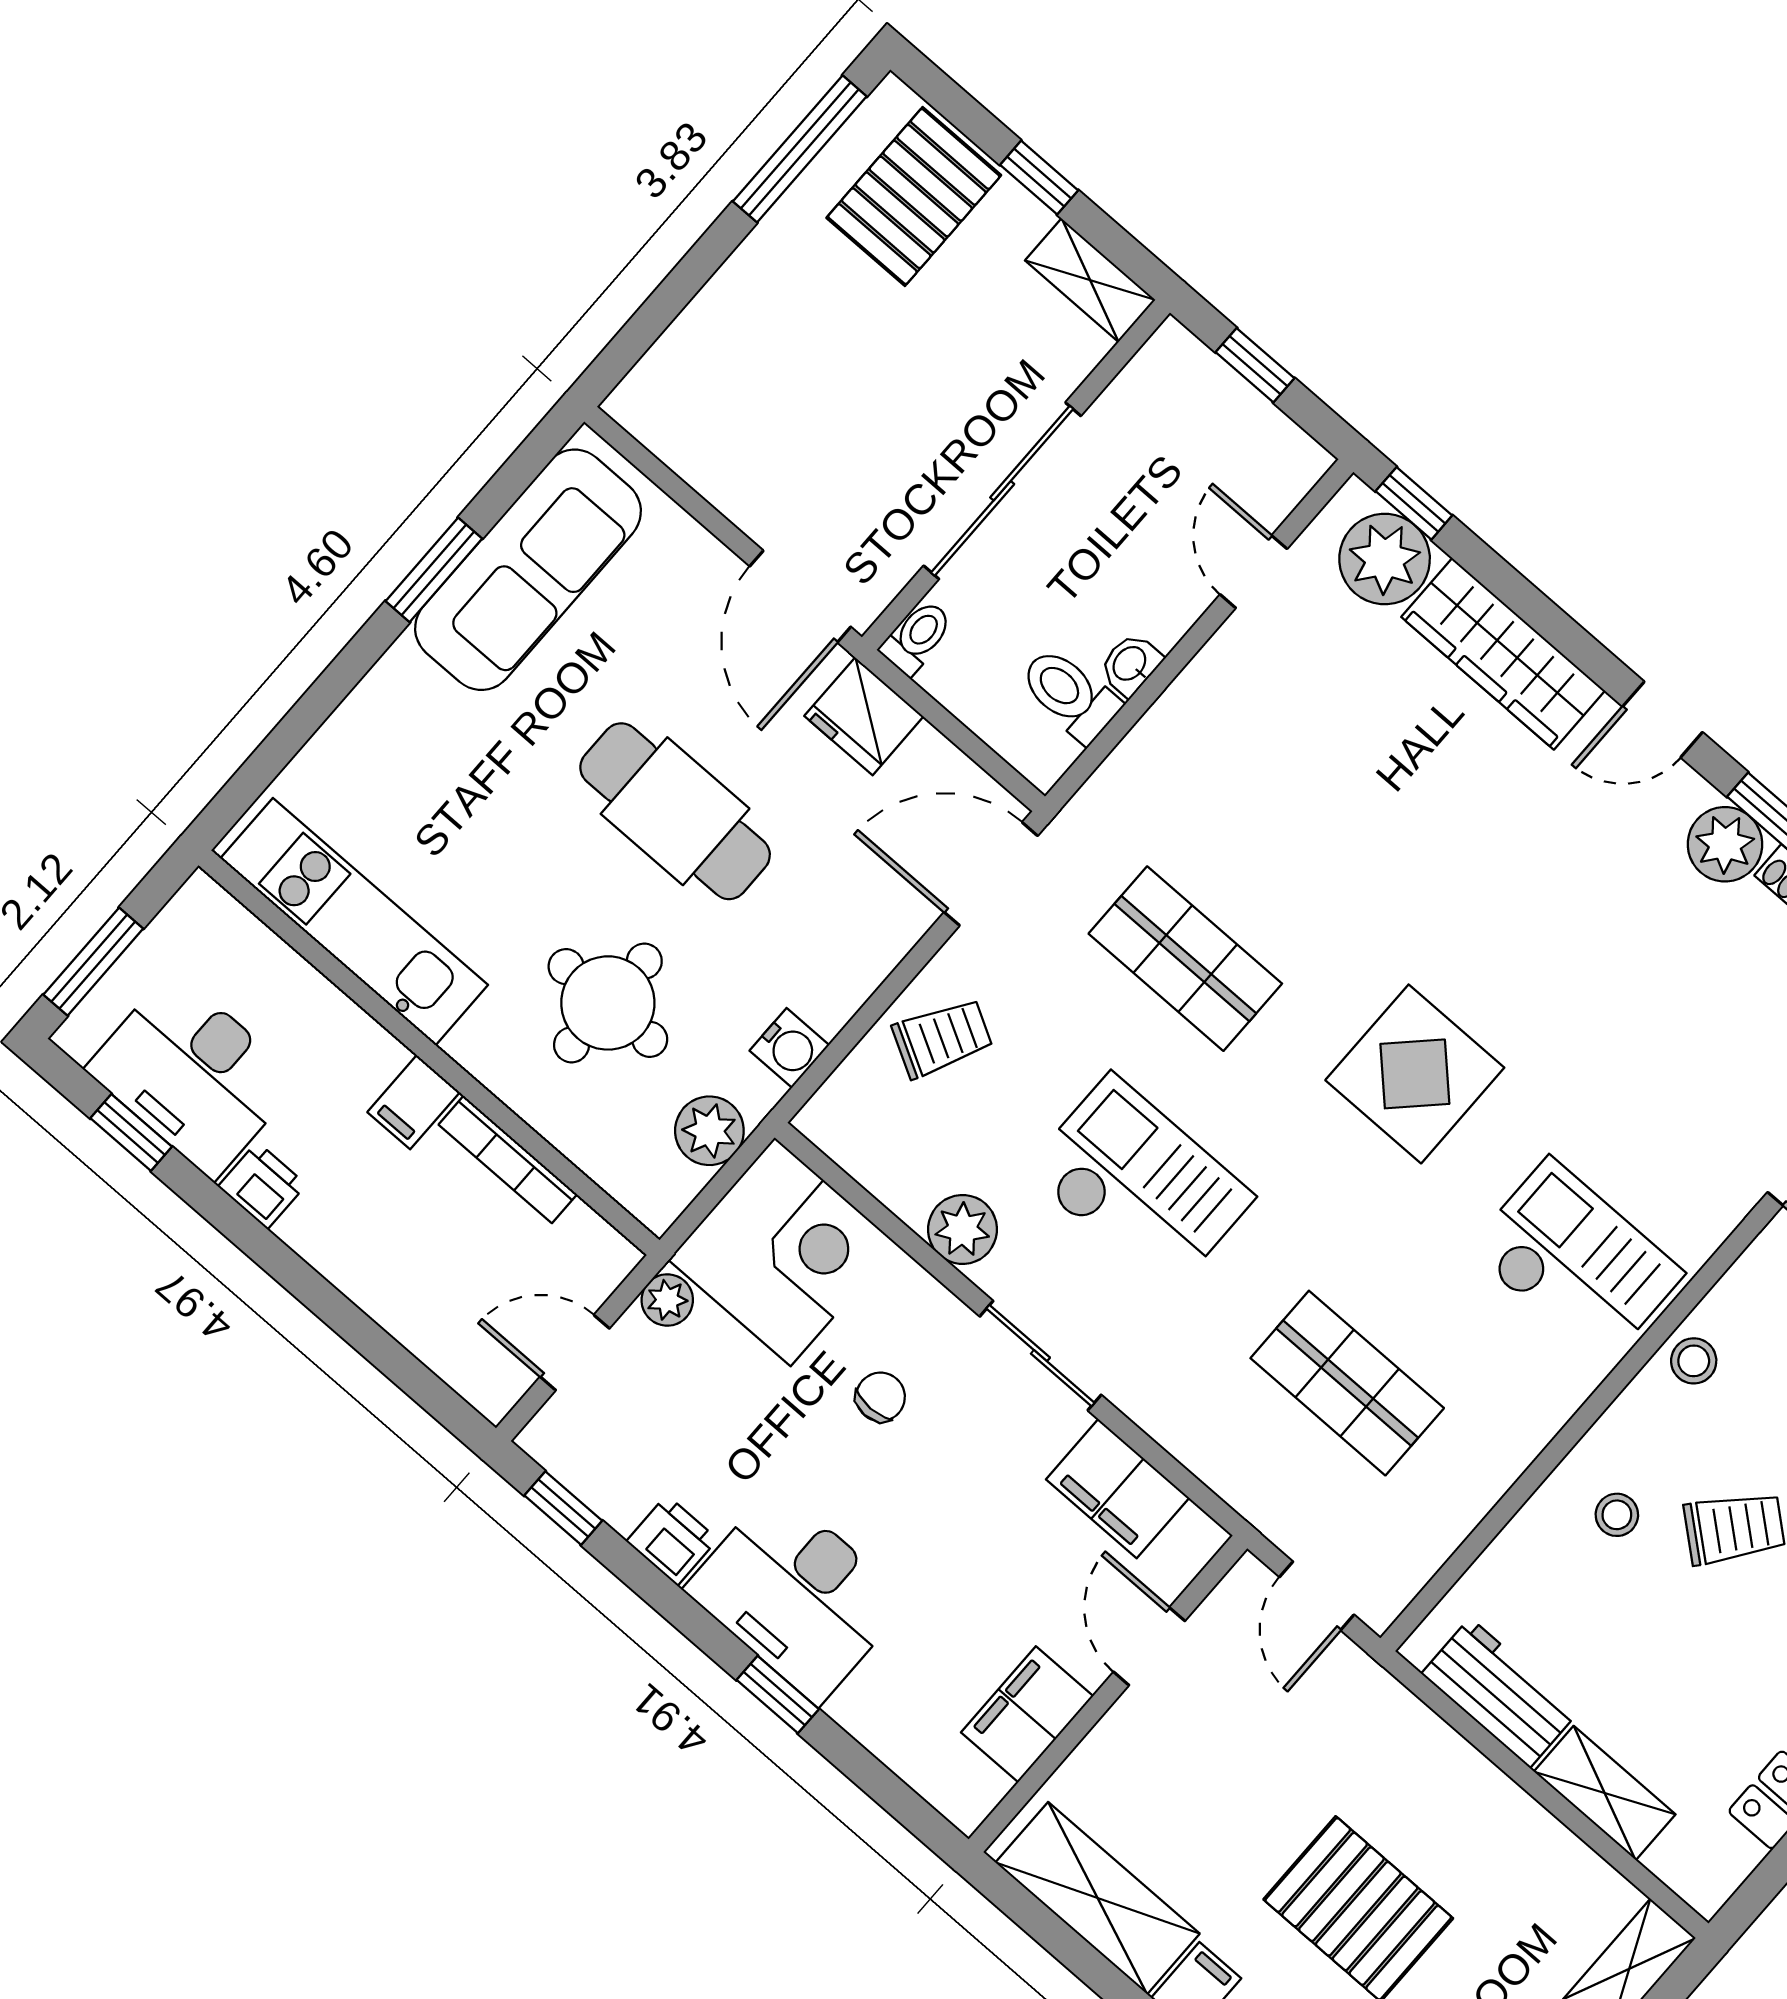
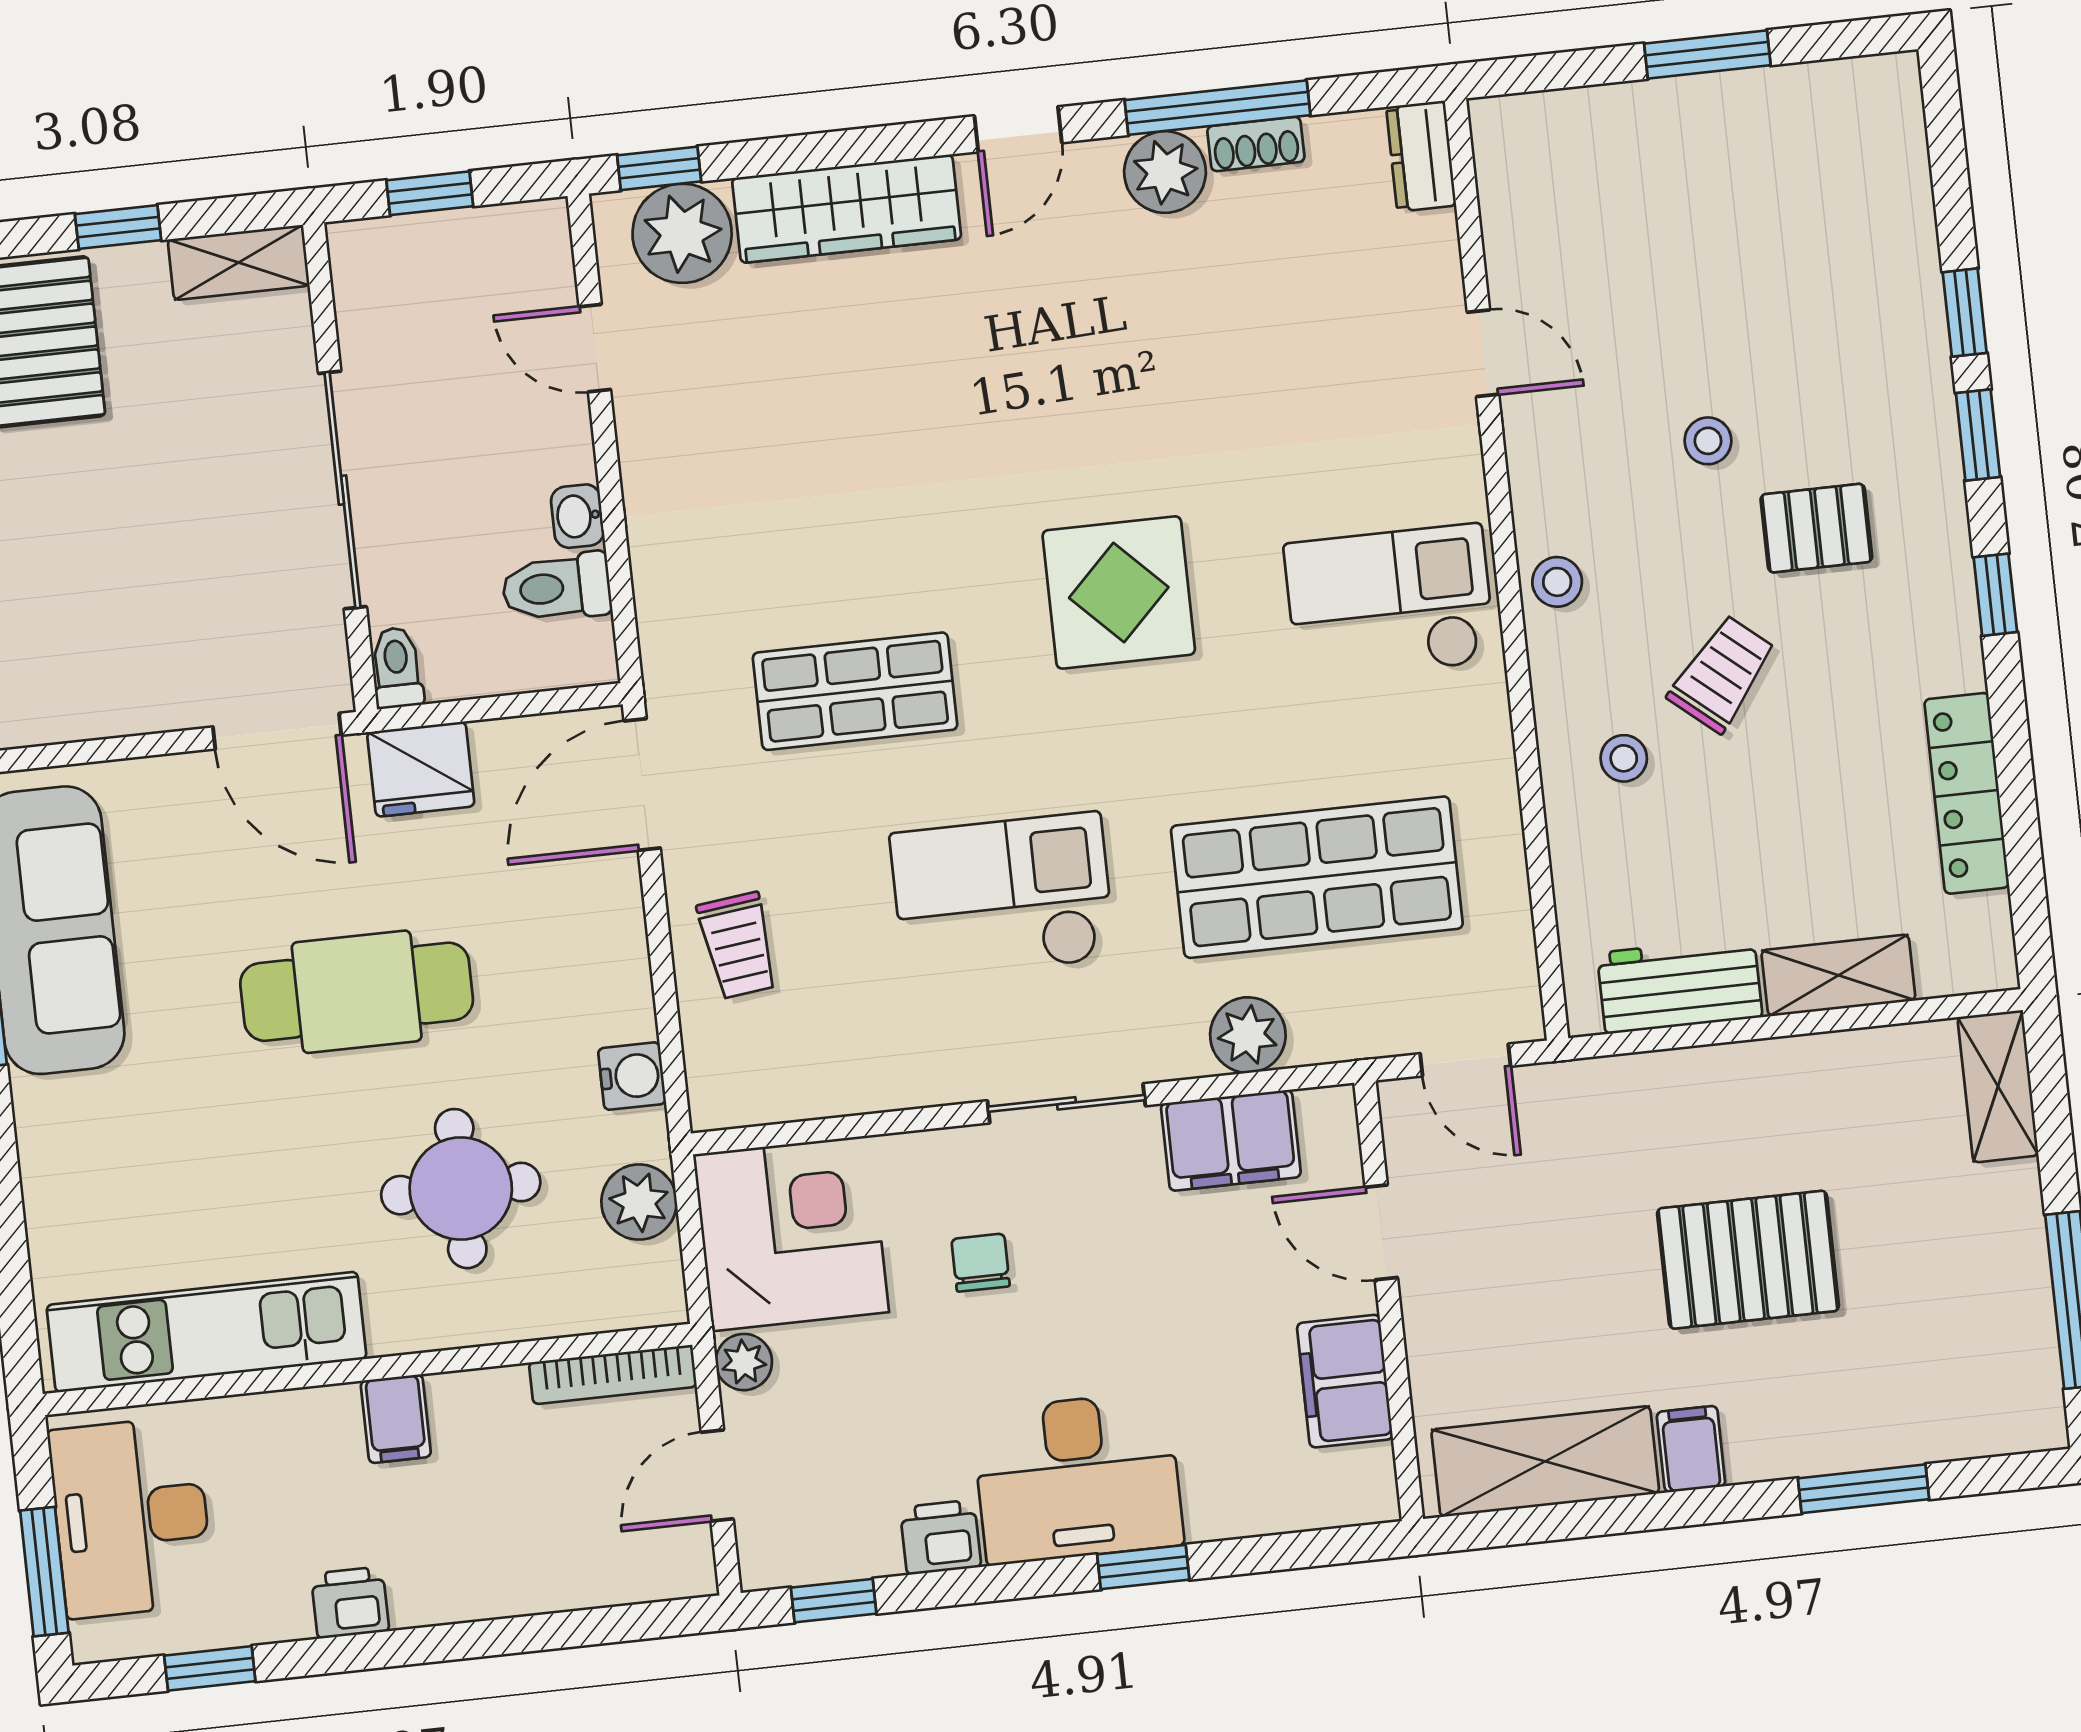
trolley: (942, 1038) -> (738, 946), turned 144
desk: (193, 1075) -> (131, 1517), moved, turned 90
bookcase: (508, 1159) -> (613, 1375), moved
plant: (962, 1229) -> (1248, 1035), moved
shop shelf: (1347, 1383) -> (1317, 877), width x1.43, depth x1.36

